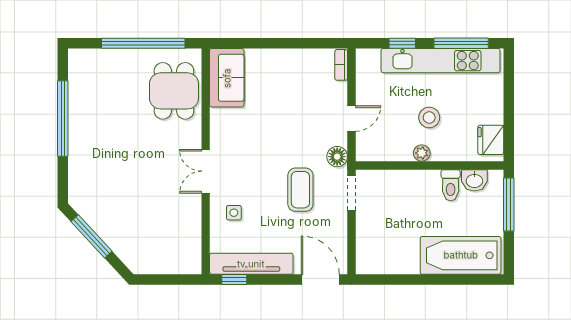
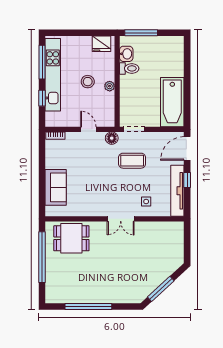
sofa: (227, 78) -> (56, 187), moved, turned 90
bathtub: (461, 255) -> (172, 102), moved
window: (234, 279) -> (187, 180), moved

